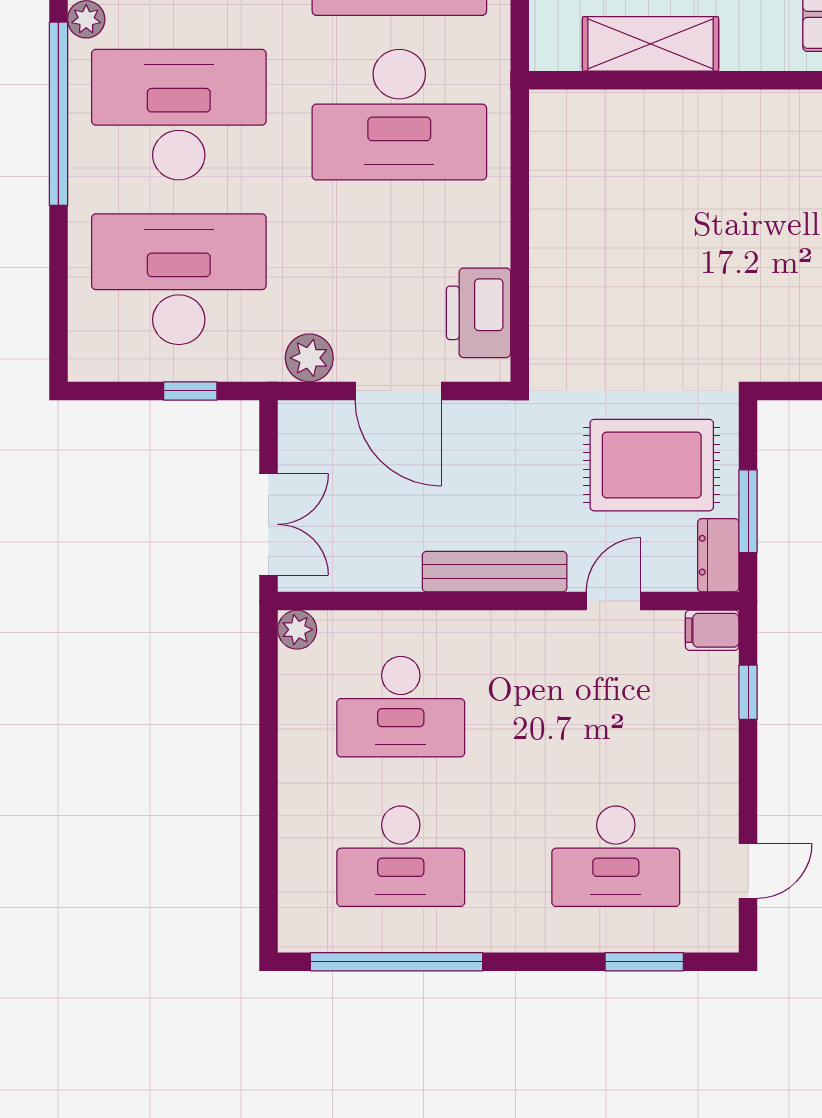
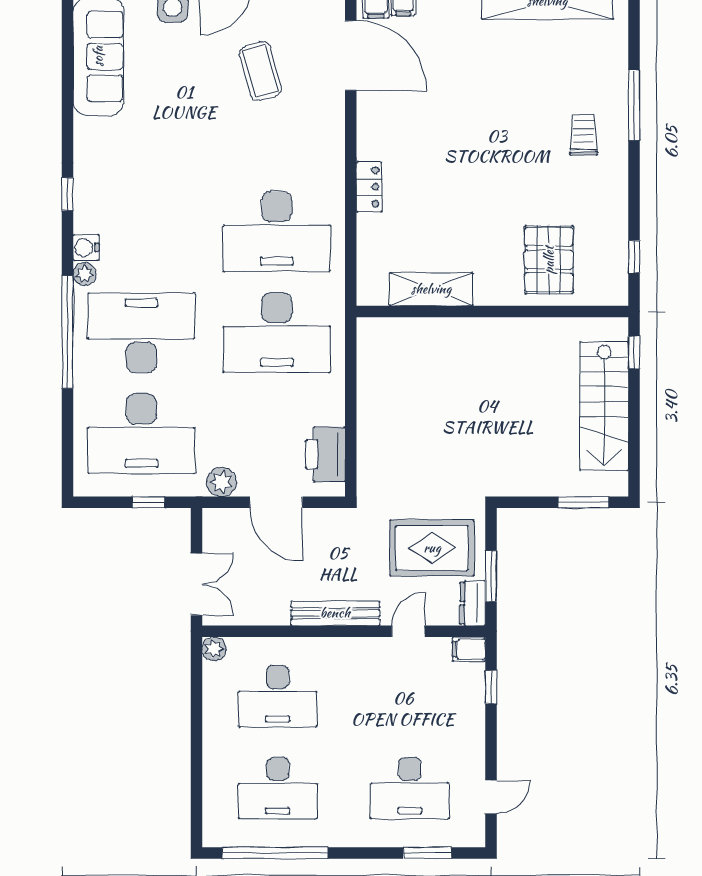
desk: (179, 279) -> (141, 434), turned 180

